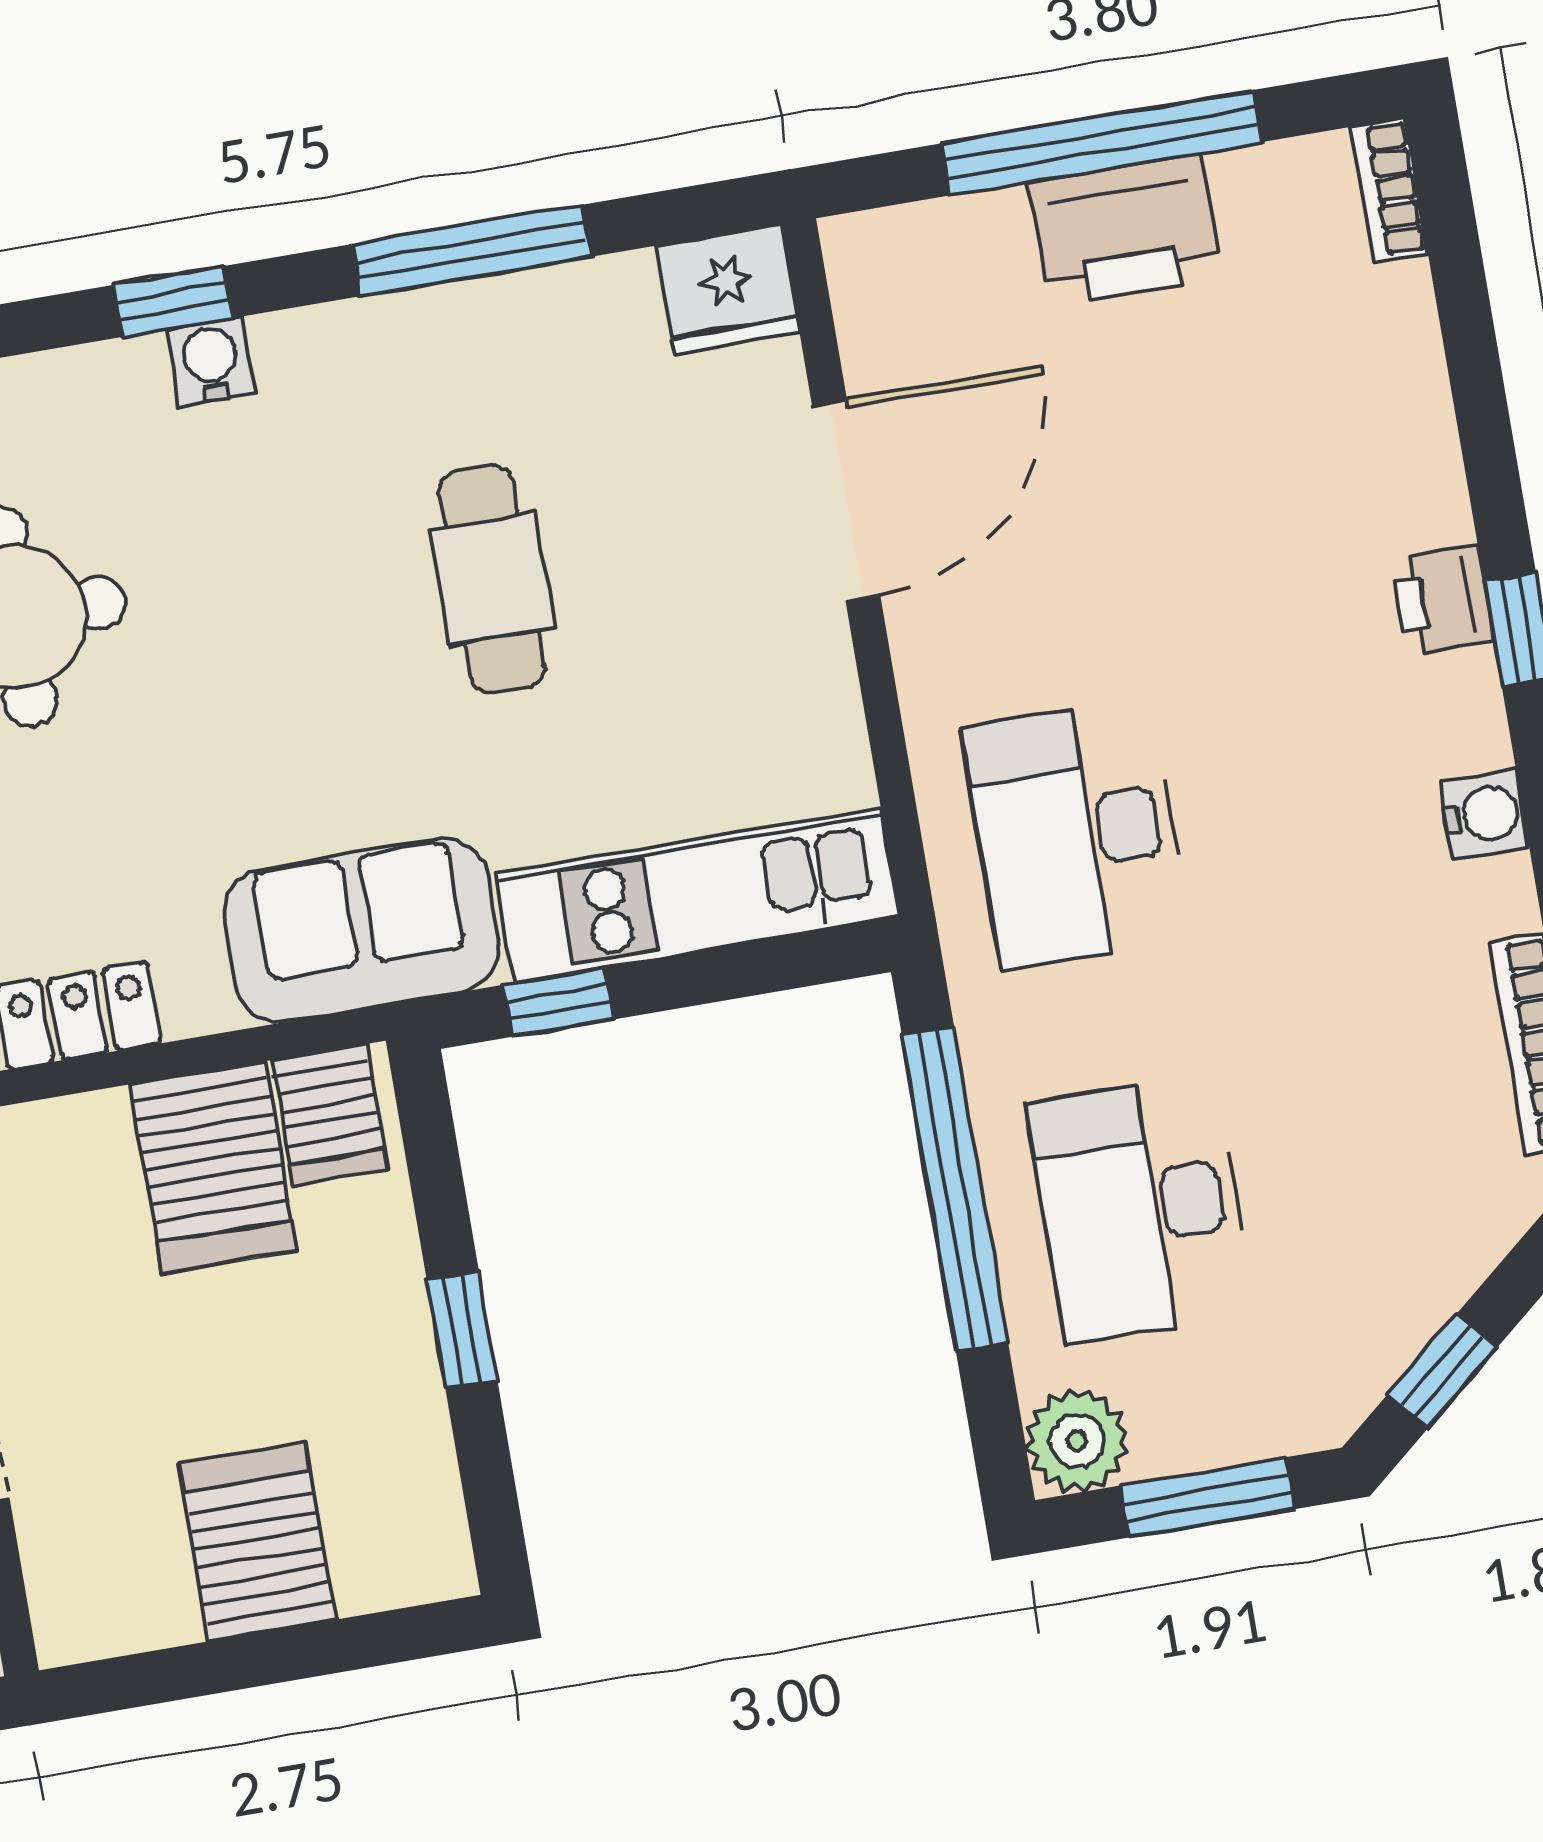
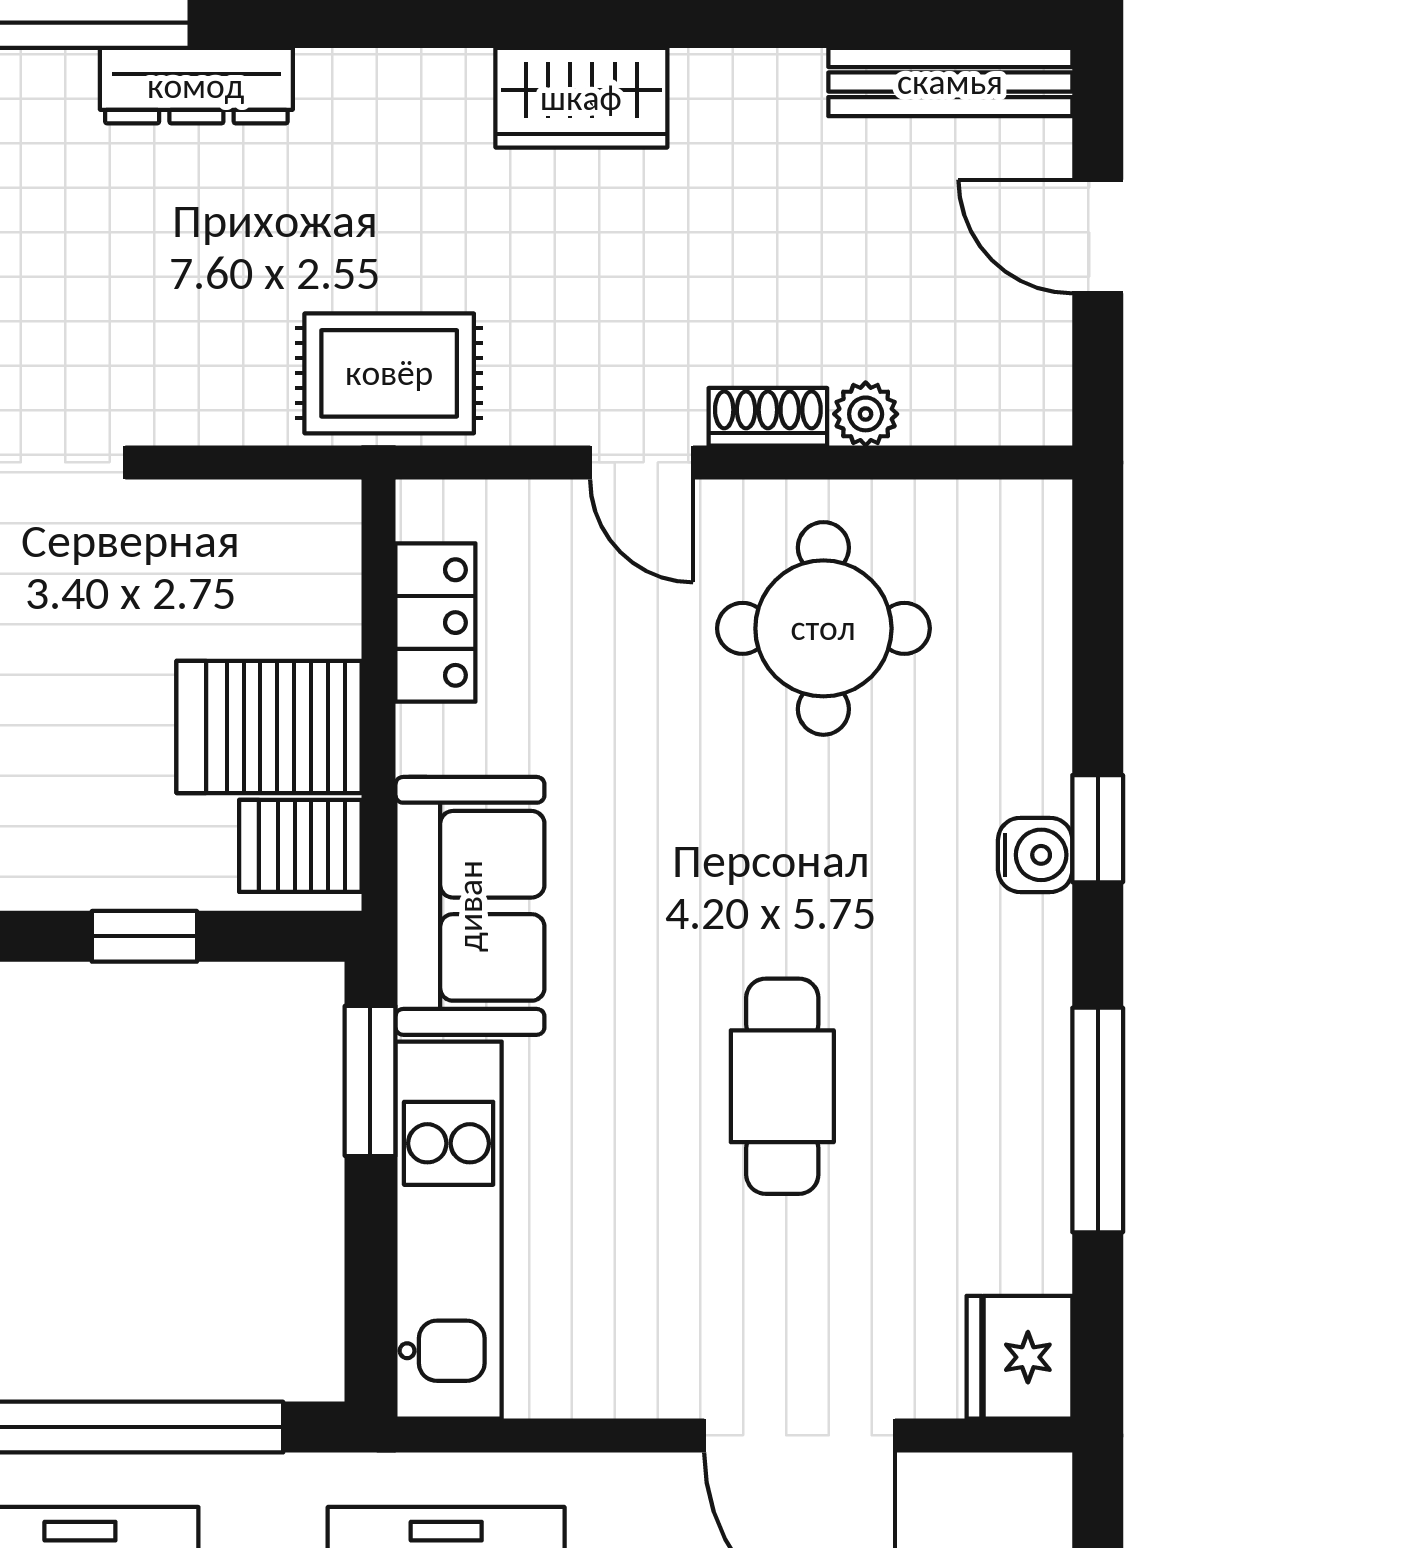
cafe table: (492, 579) -> (782, 1086), turned 90
window: (558, 1002) -> (370, 1081), width x1.50
window: (462, 1330) -> (144, 936), moved

